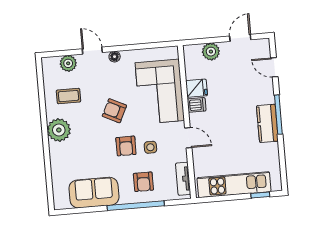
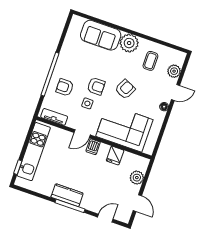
dishwasher: (197, 105) -> (93, 147), moved
armchair: (126, 146) -> (96, 86), turned 180
sofa: (94, 193) -> (101, 35), moved, turned 90

